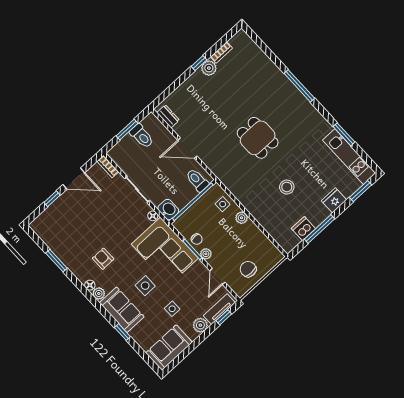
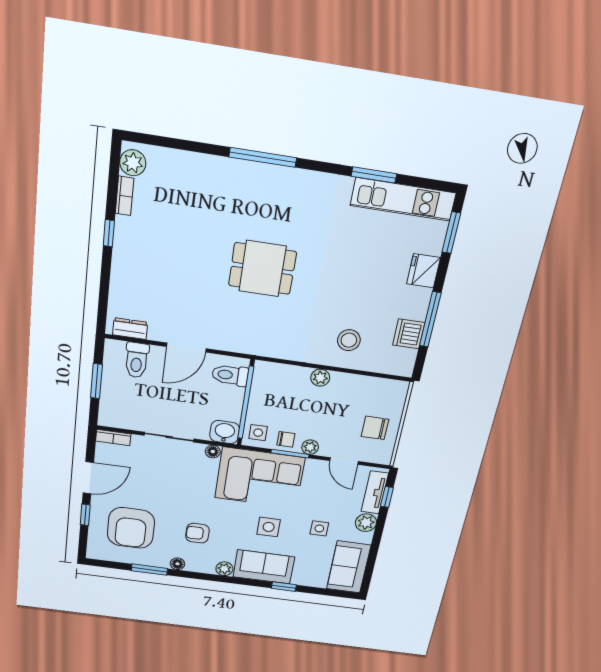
plant: (209, 68) -> (133, 163), moved
toilet: (142, 136) -> (137, 360), moved, turned 90
stool: (287, 187) -> (349, 340), moved
side table: (223, 204) -> (258, 433), moved
armchair: (70, 226) -> (131, 528), added
floor lamp: (90, 285) -> (177, 564), moved

